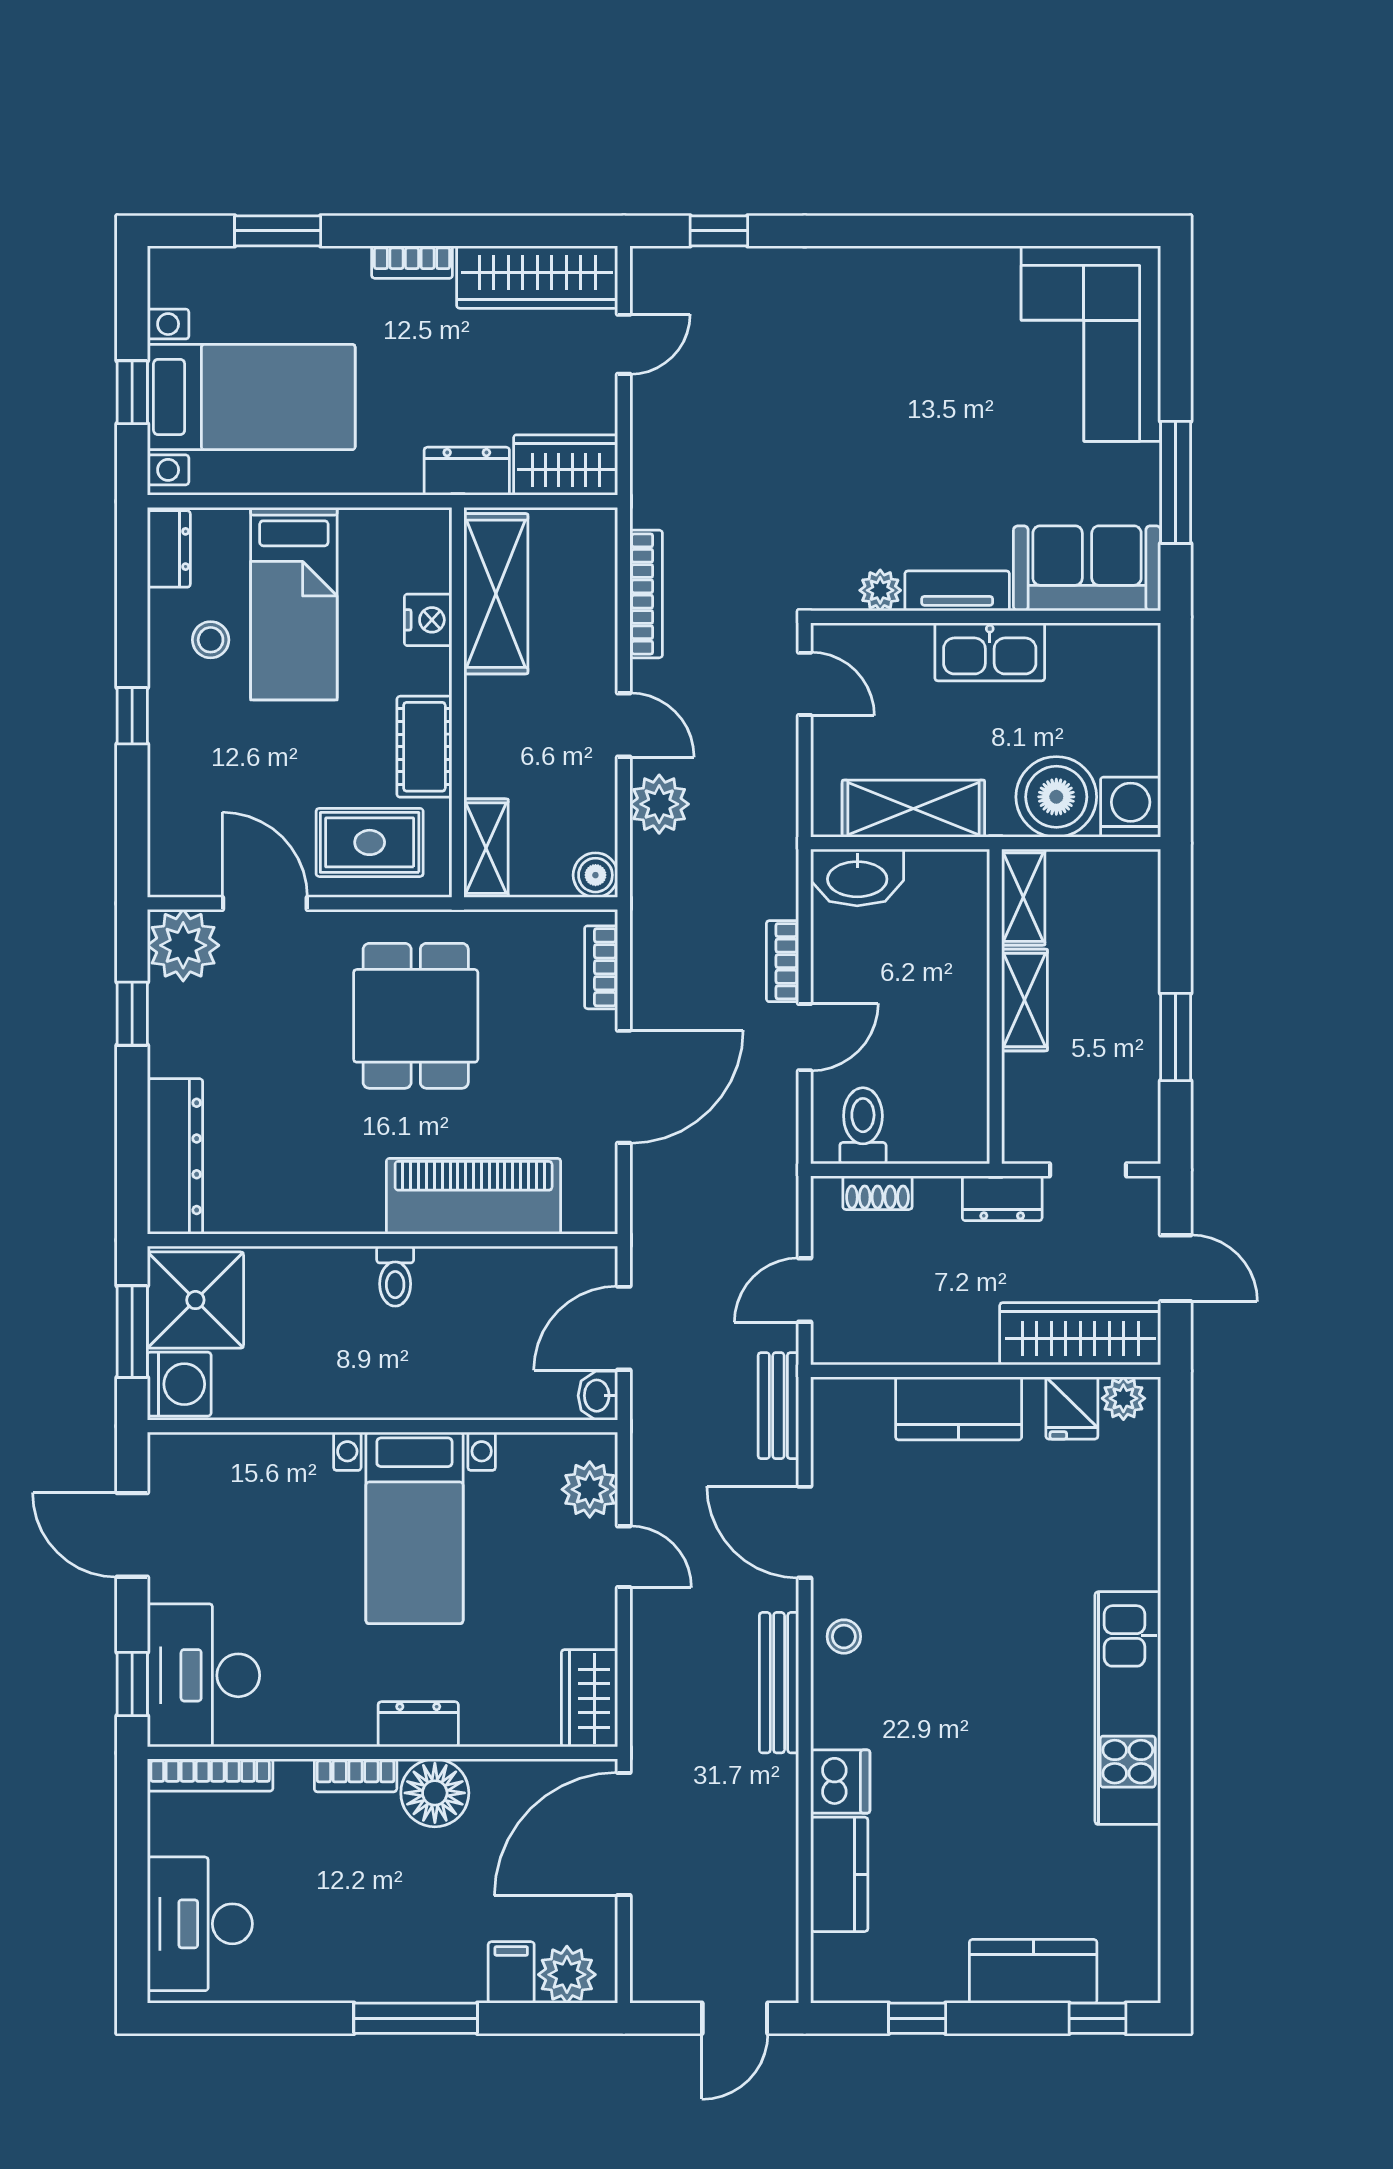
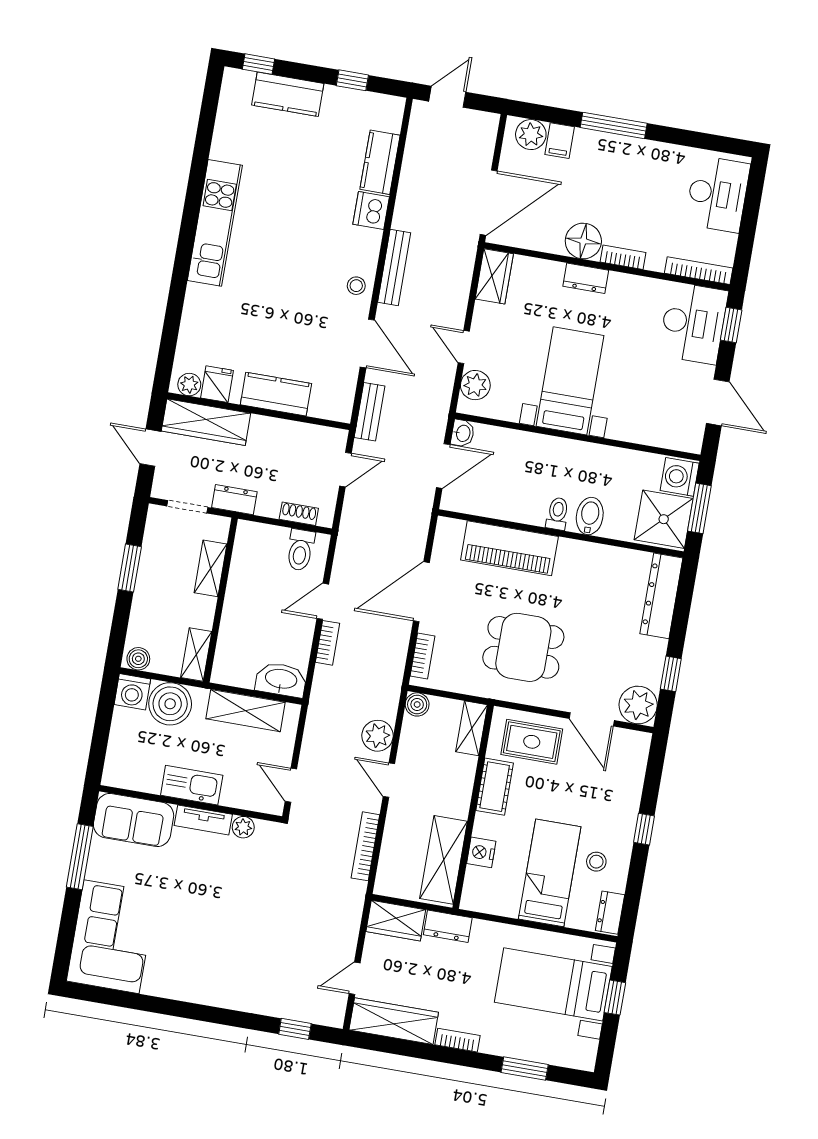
boiler: (1130, 870) -> (138, 659), added
shelving: (1025, 1000) -> (210, 568), moved
dining table: (416, 1016) -> (523, 647), turned 90
bidet: (334, 1282) -> (590, 516), added

